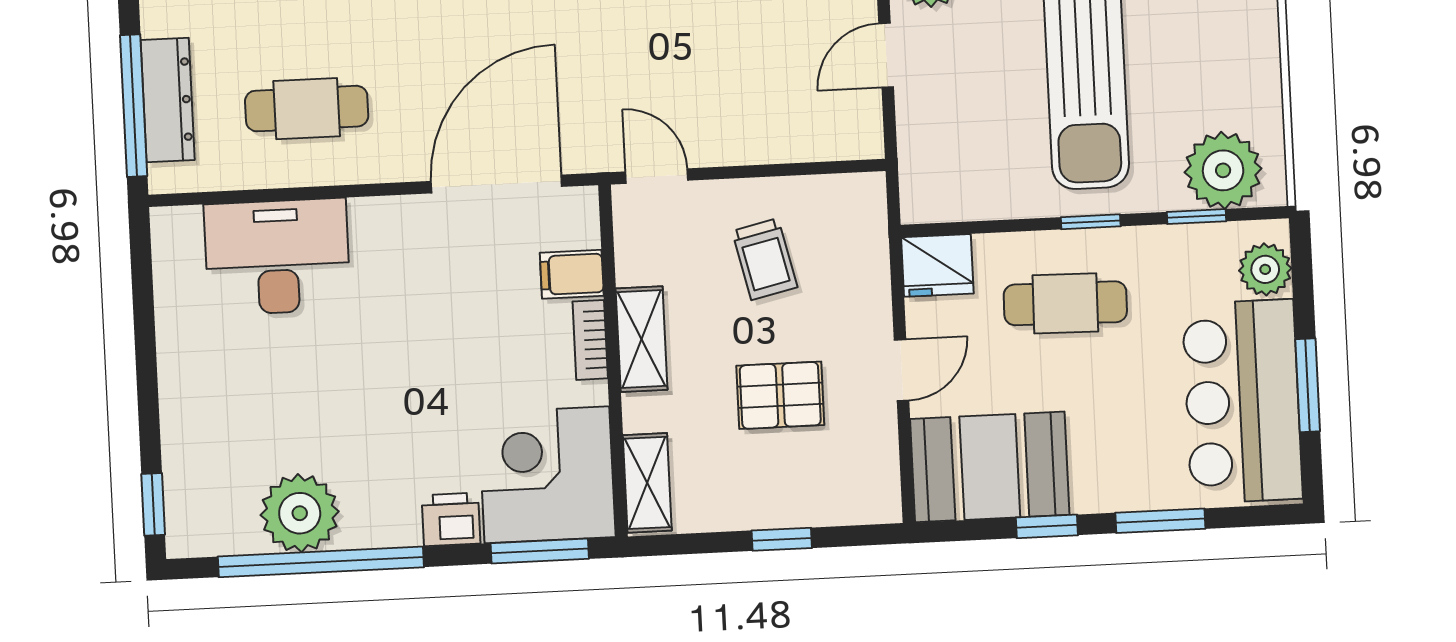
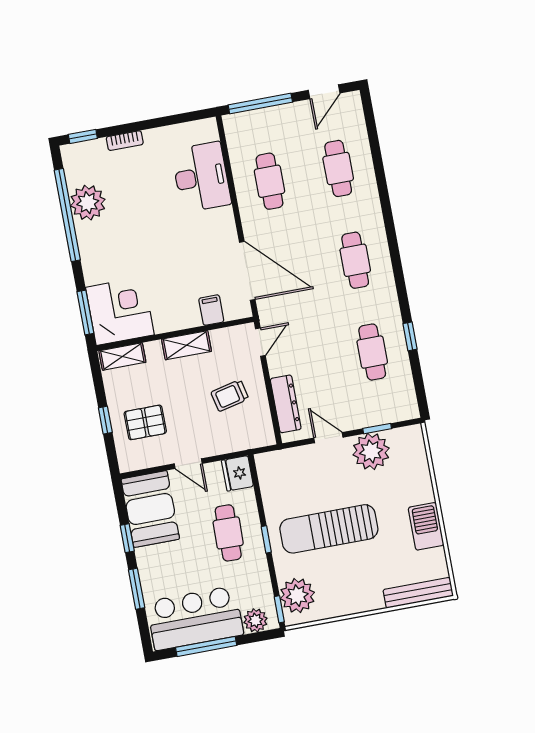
dresser: (168, 100) -> (286, 404), moved, turned -90
window: (1196, 217) -> (279, 609), moved
bookcase: (590, 340) -> (125, 141), moved, turned 180
window: (1308, 385) -> (206, 646), width x1.44
pallet: (780, 395) -> (145, 422), moved, turned 90
printer: (451, 519) -> (94, 271), removed

